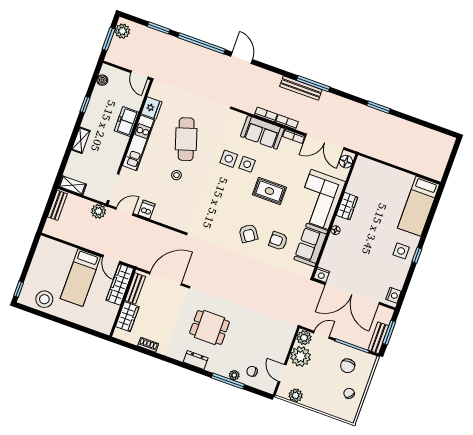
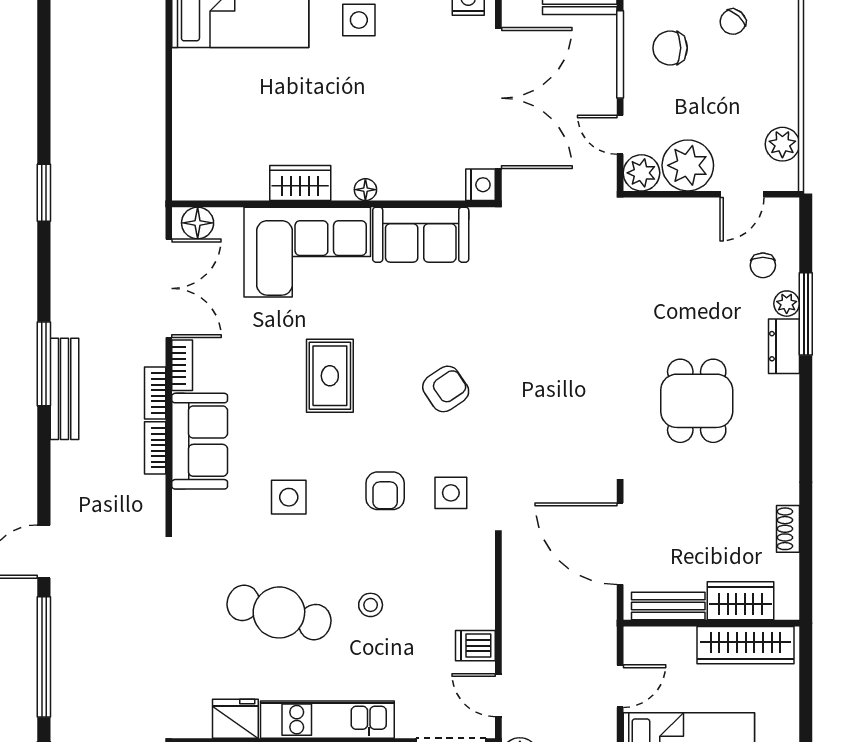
cafe table: (186, 139) -> (279, 612), turned 33
side table: (247, 164) -> (451, 493), moved
armchair: (278, 241) -> (385, 491), moved
wardrobe: (120, 284) -> (746, 645), moved
dresser: (196, 360) -> (784, 346), moved
chair: (348, 366) -> (670, 48), turned 180

